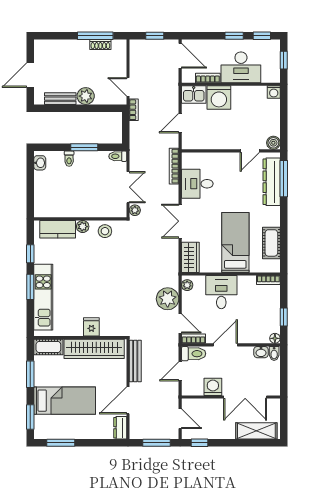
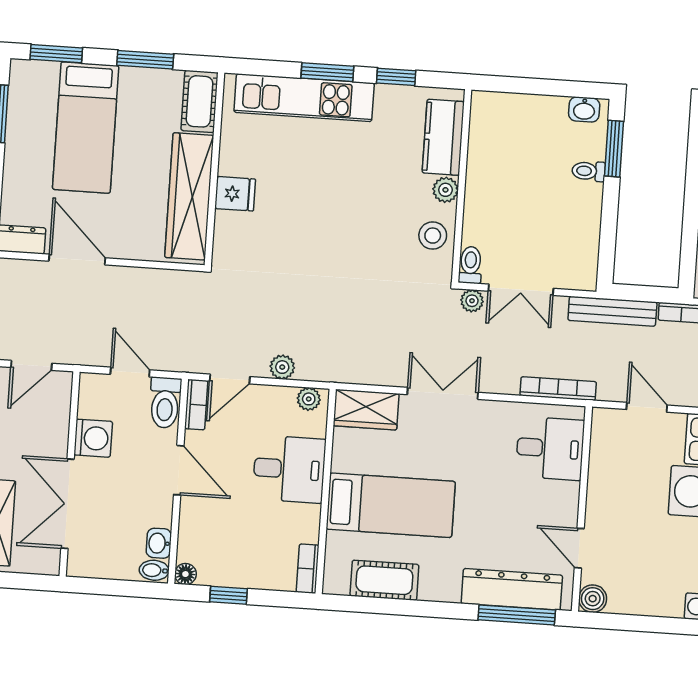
window: (84, 147) -> (614, 149), moved
toilet: (118, 156) -> (470, 265), moved
desk: (197, 184) -> (550, 448), moved, turned 90
plant: (168, 299) -> (282, 367), width x0.53, depth x0.53
bench: (135, 361) -> (612, 311), moved

